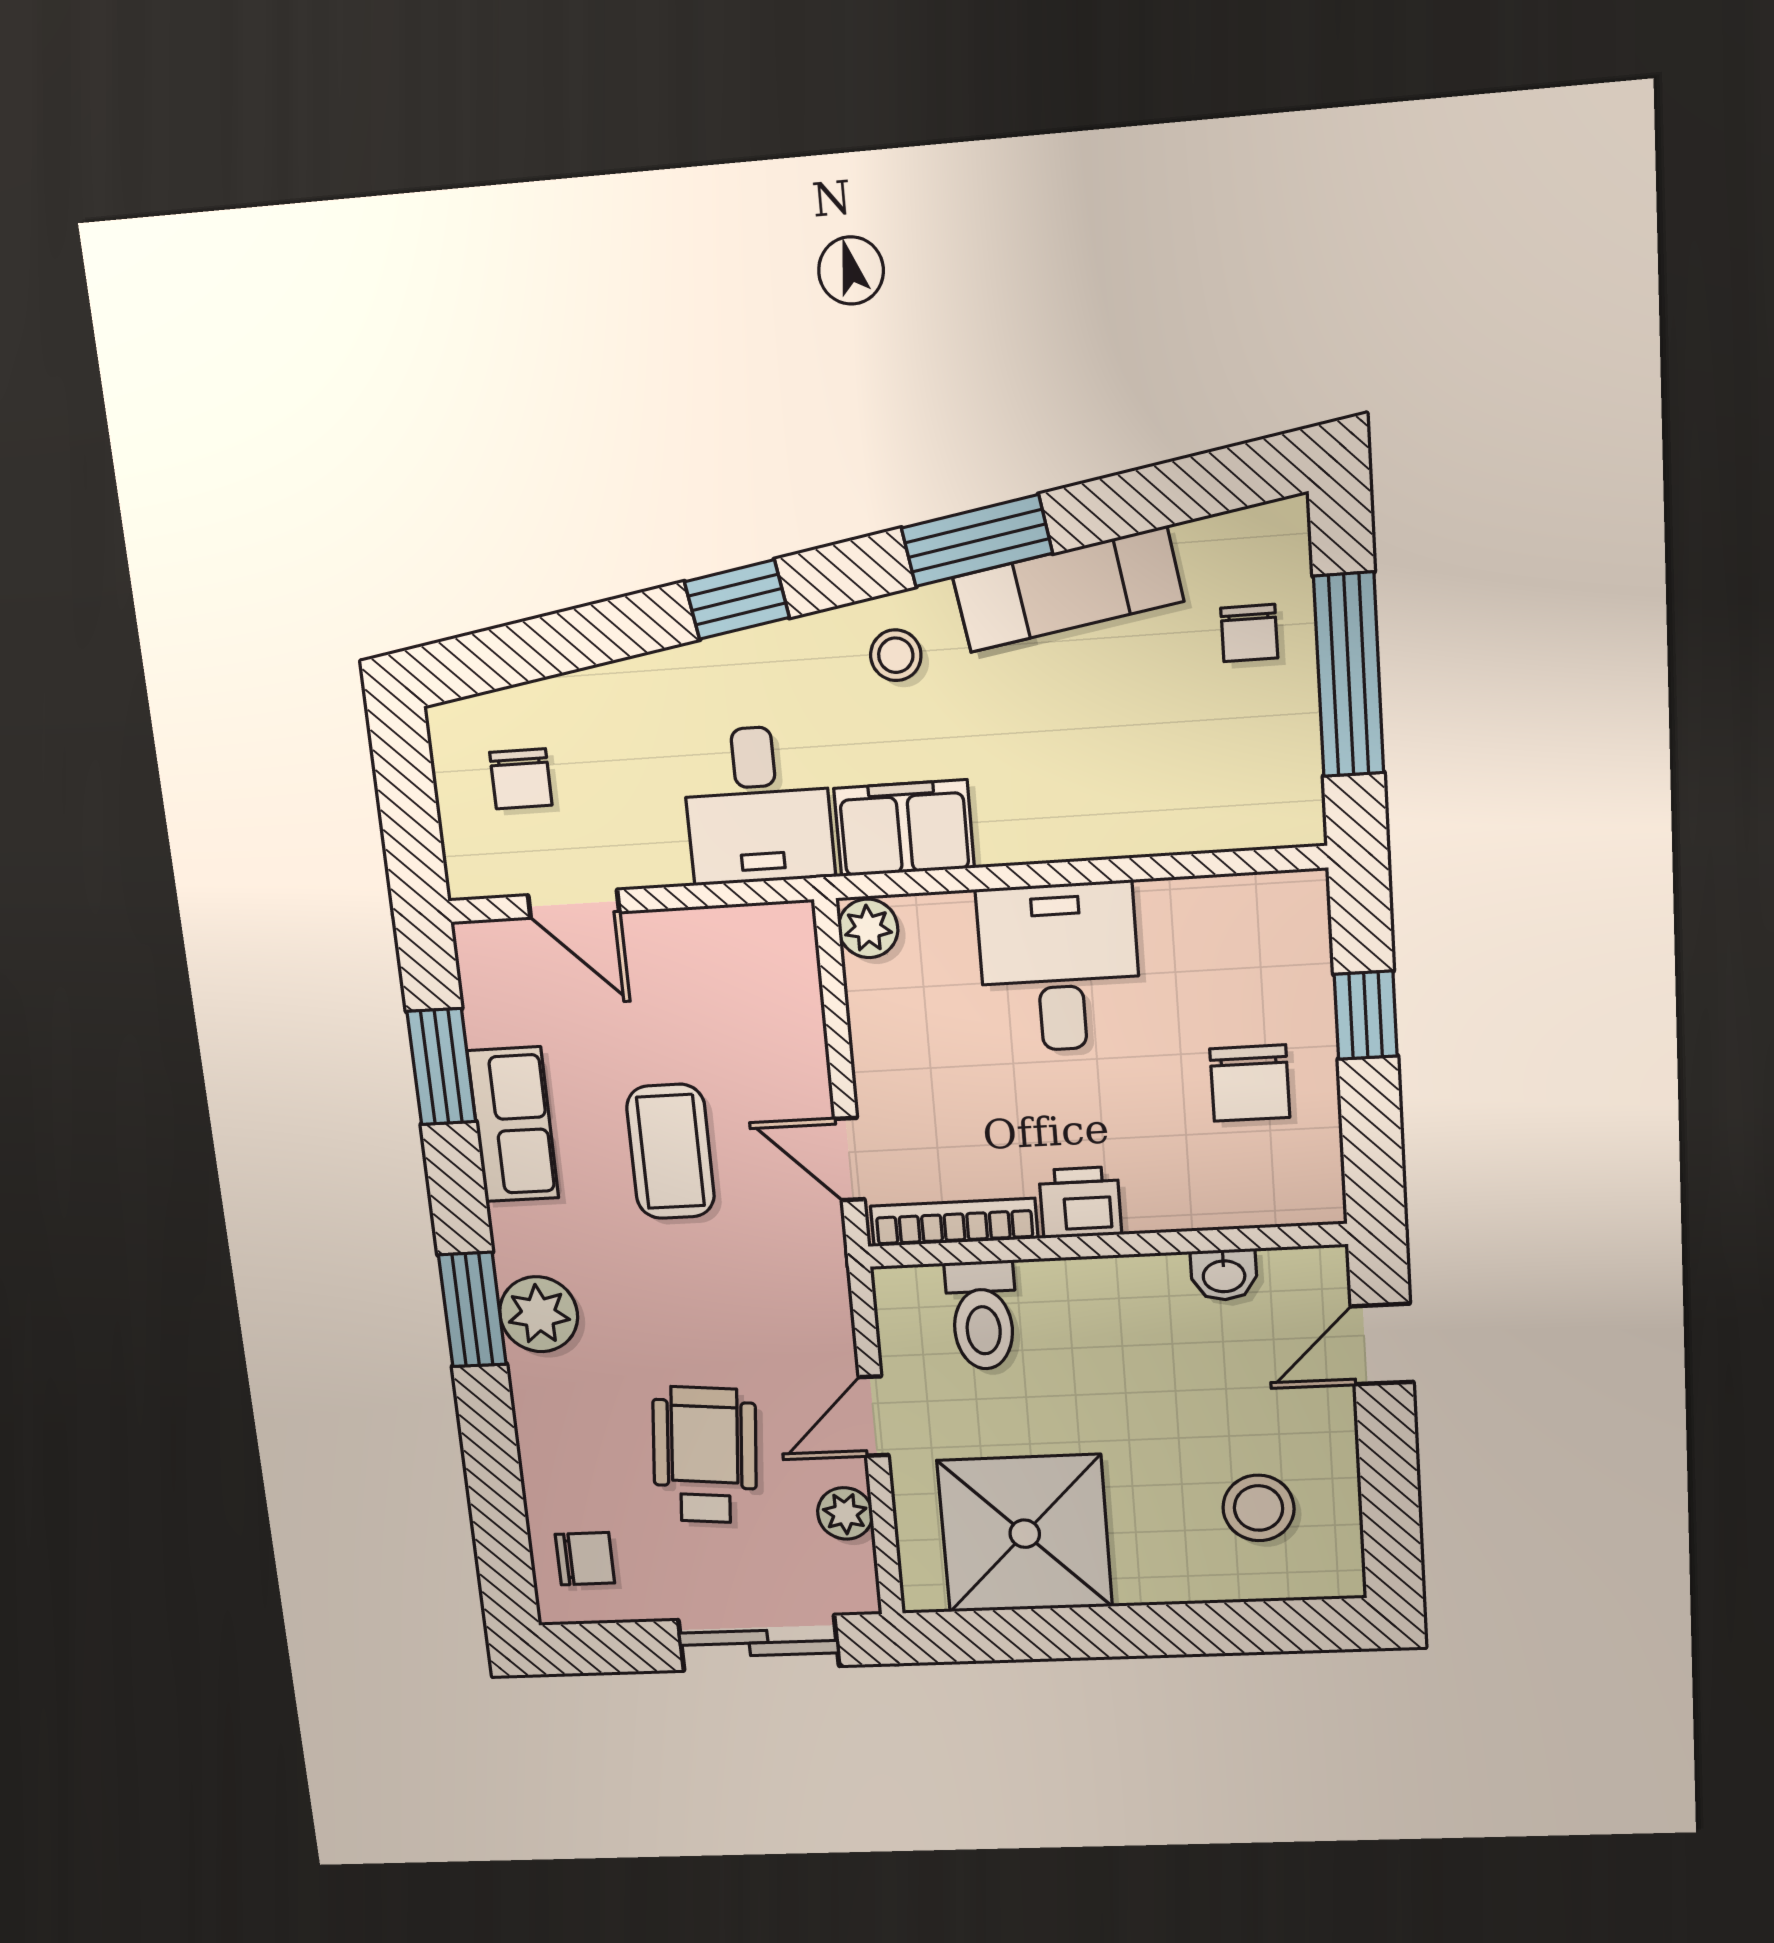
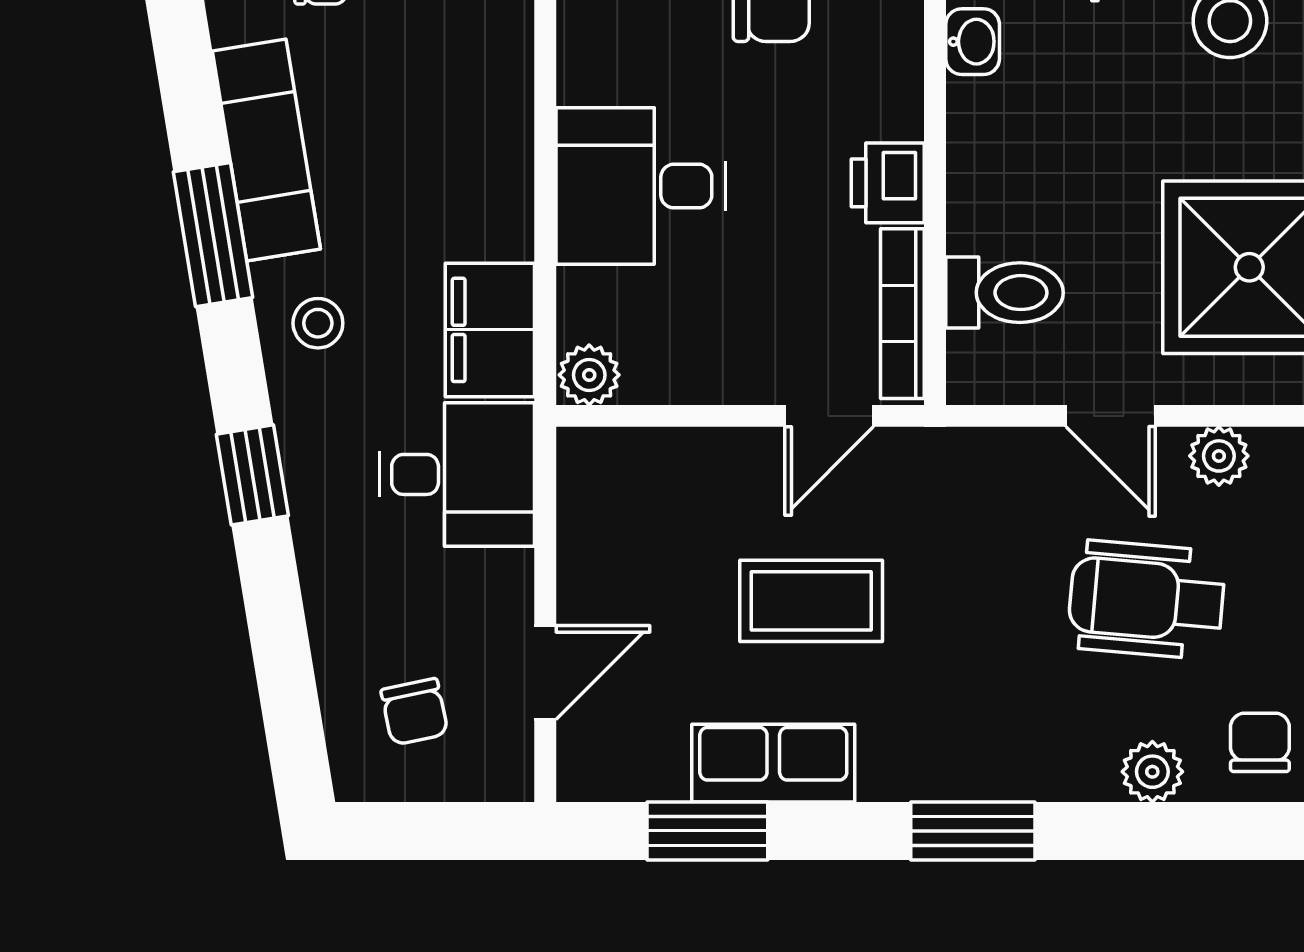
chair: (521, 779) -> (415, 712), turned 78
plant: (539, 1314) -> (1152, 772), moved, width x0.73, depth x0.73

